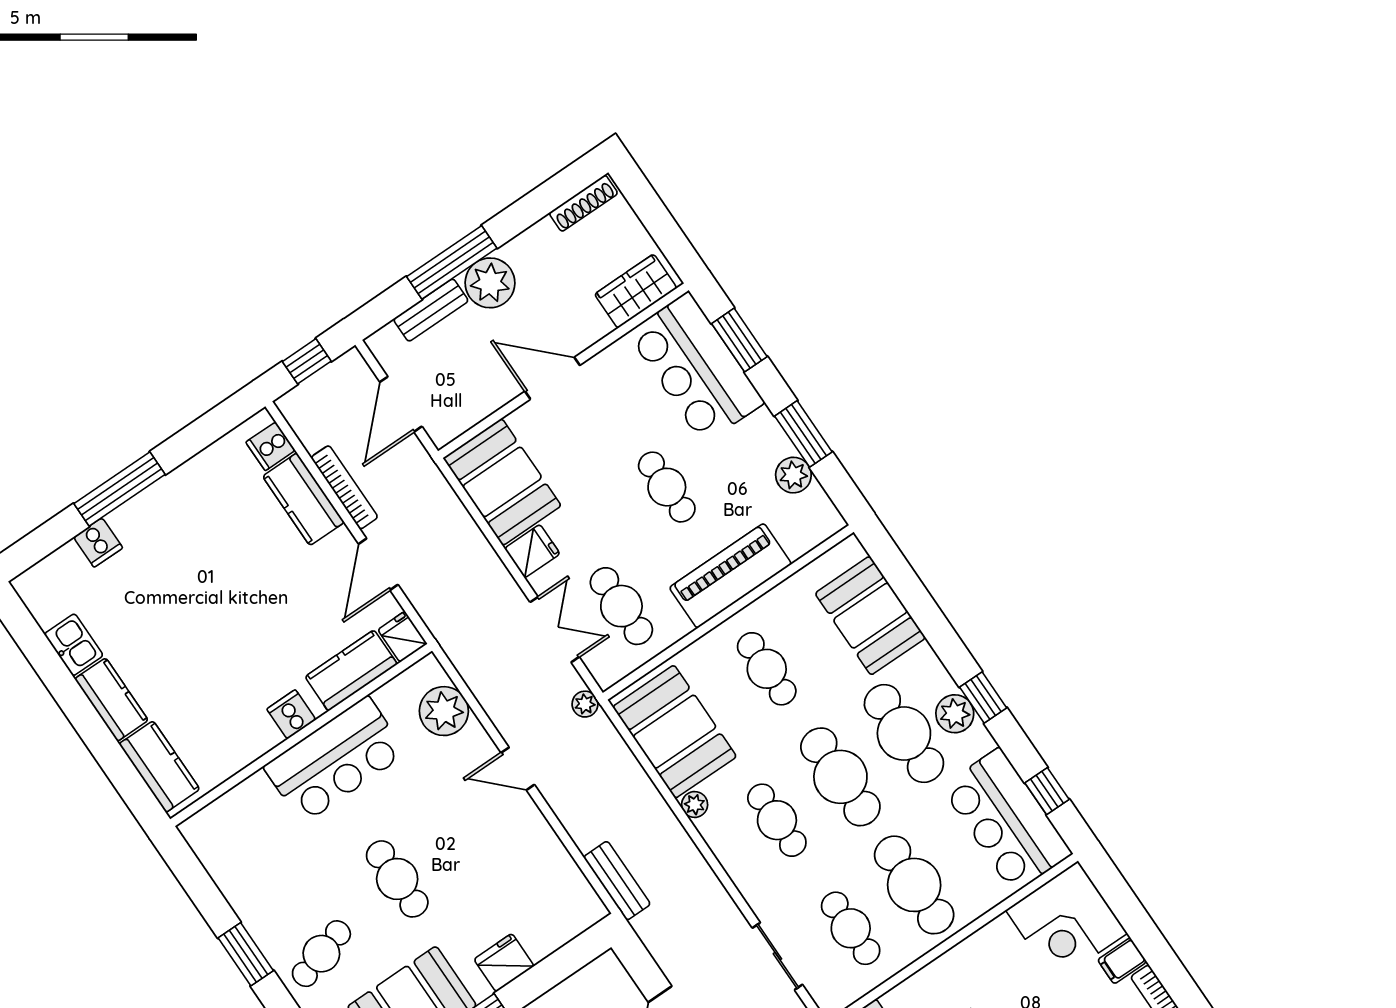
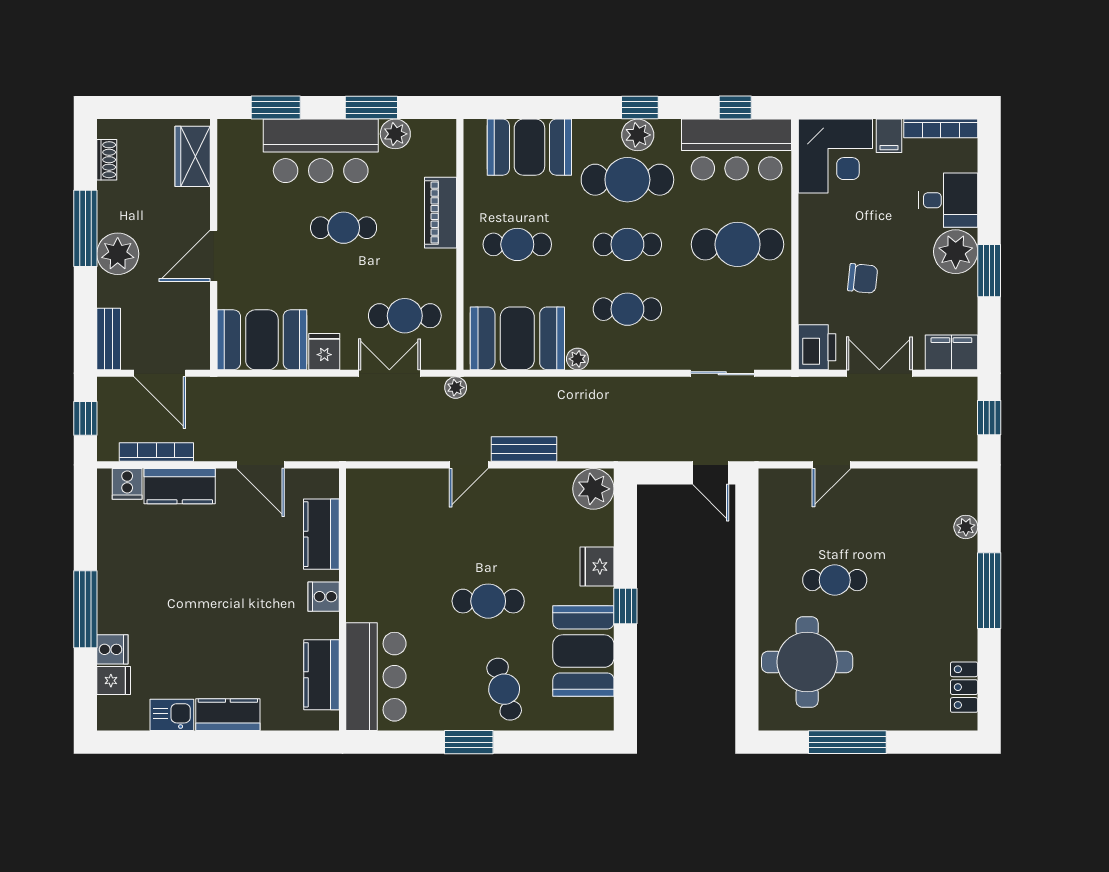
shoe rack: (583, 203) -> (107, 160), width x0.70
window: (452, 262) -> (85, 228), moved
bench: (431, 310) -> (109, 339), moved
bar counter: (696, 368) -> (321, 151), moved
bookcase: (344, 487) -> (156, 452), moved
piano: (730, 576) -> (441, 213), width x0.73, depth x0.75
fridge: (403, 637) -> (114, 681), moved, turned 180
plant: (444, 711) -> (593, 489), moved
bar counter: (335, 760) -> (376, 677), moved
kitchen counter: (159, 767) -> (322, 675), moved, turned -90
cafe table: (840, 777) -> (627, 244), width x0.73, depth x0.74
bench: (617, 881) -> (524, 449), moved
cafe table: (851, 928) -> (738, 309), removed

